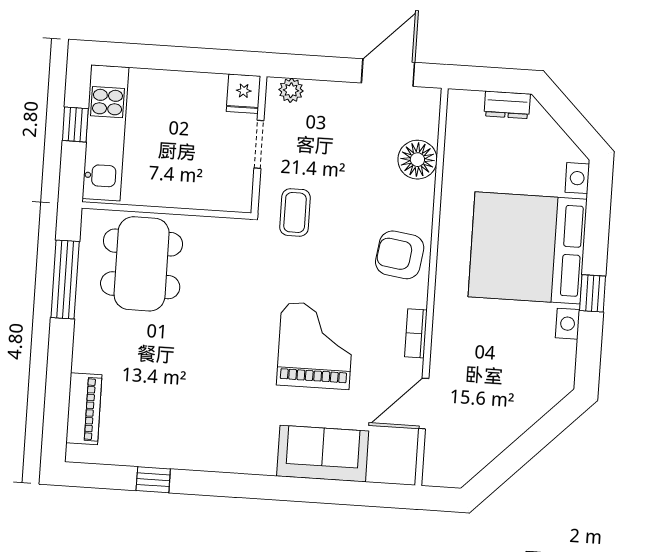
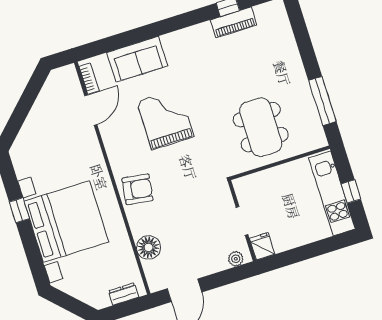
dresser: (507, 105) -> (124, 294), moved
coffee table: (295, 212) -> (206, 190), removed
dining table: (142, 264) -> (261, 127), moved
bookcase: (416, 333) -> (89, 79), moved
grand piano: (315, 346) -> (165, 119), turned 180
piano: (84, 409) -> (234, 22), moved, turned -90

